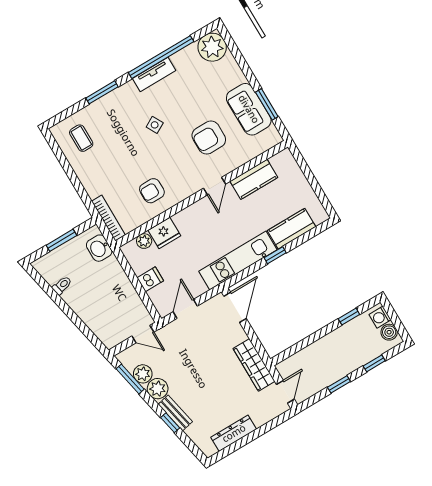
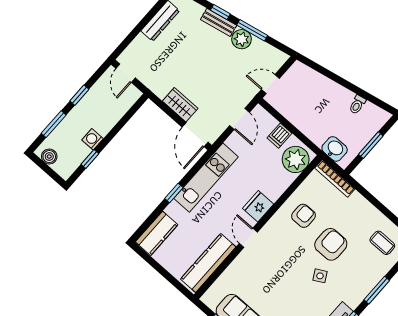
armchair: (209, 138) -> (331, 244), moved
kitchen counter: (254, 179) -> (208, 263), width x1.50
kitchen counter: (292, 229) -> (157, 233), moved
fridge: (164, 233) -> (258, 206), moved
plant: (144, 241) -> (296, 159), width x1.87, depth x1.87
washing machine: (380, 317) -> (93, 139), moved, turned -90
window: (374, 363) -> (54, 124), width x1.50
wardrobe: (254, 365) -> (180, 105), moved, width x0.67
plant: (143, 374) -> (259, 48), removed
window: (130, 379) -> (252, 30), moved

